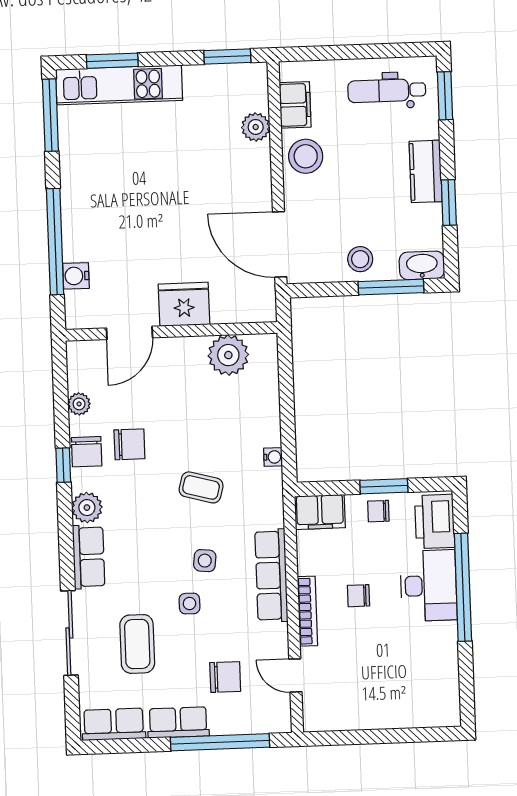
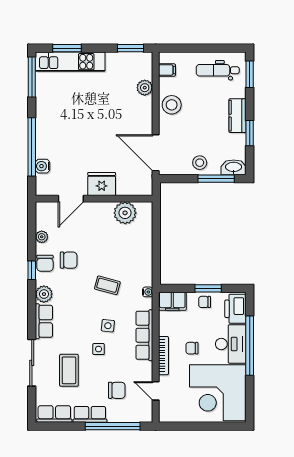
filing cabinet: (295, 105) -> (167, 70), width x0.50
water cooler: (273, 457) -> (148, 292), moved
corner desk: (408, 675) -> (218, 393), added

